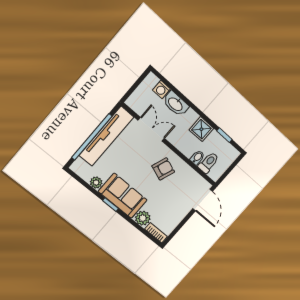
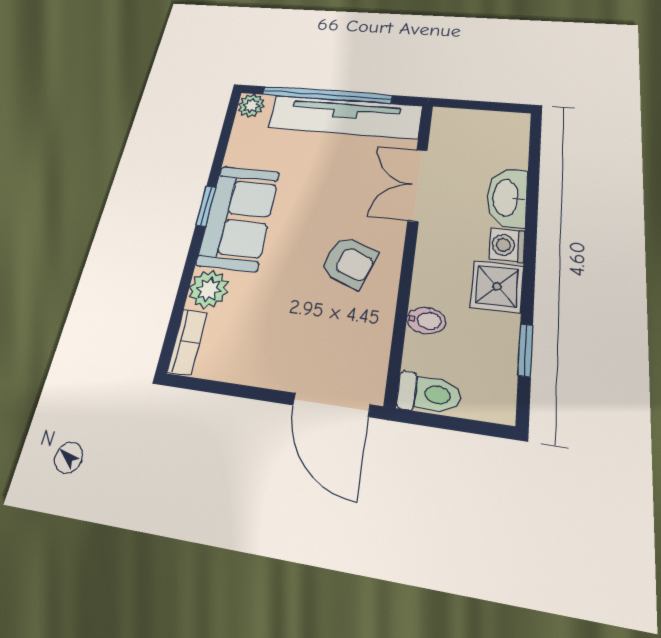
washing machine: (161, 89) -> (507, 245), moved
double door: (151, 129) -> (418, 185), swing flipped
toilet: (208, 163) -> (429, 394), moved
plant: (96, 183) -> (251, 105), moved
door: (203, 200) -> (331, 405), hinge flipped

